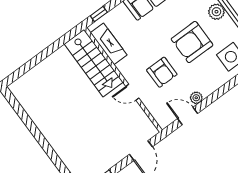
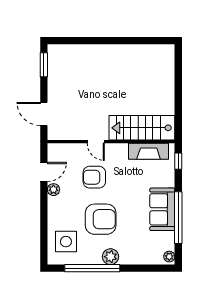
armchair: (192, 42) -> (101, 219), turned 90
door: (132, 92) -> (96, 142), swing flipped

